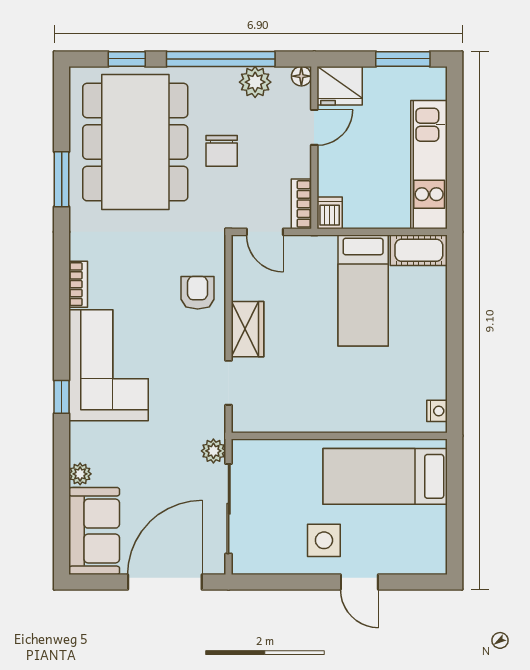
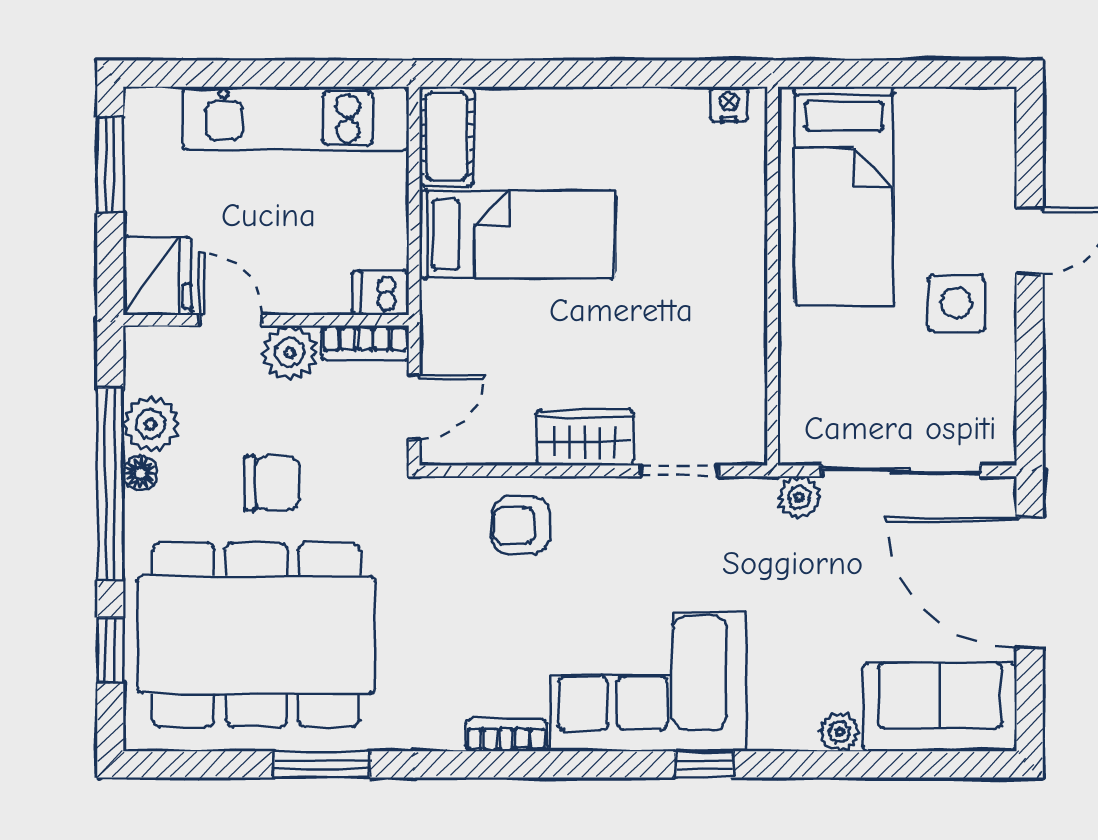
floor lamp: (301, 76) -> (141, 473), moved
plant: (296, 161) -> (290, 353), added

